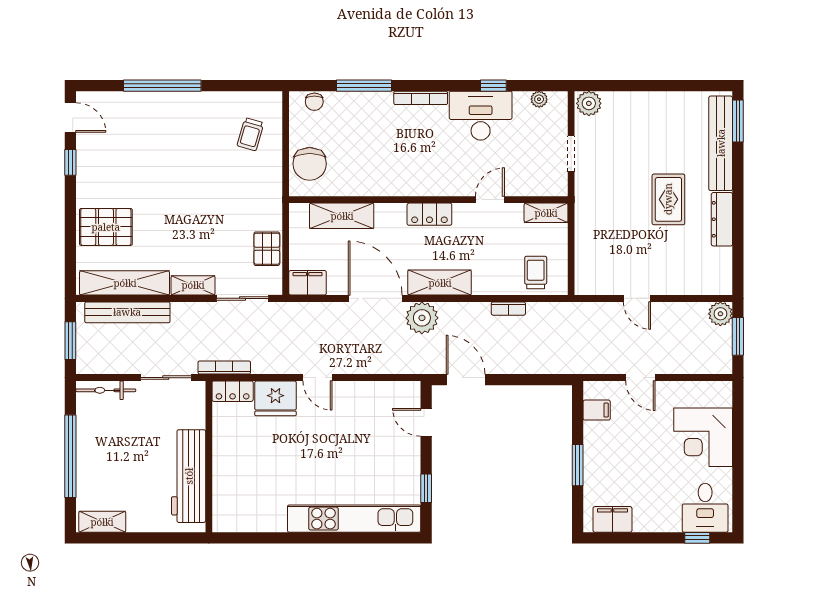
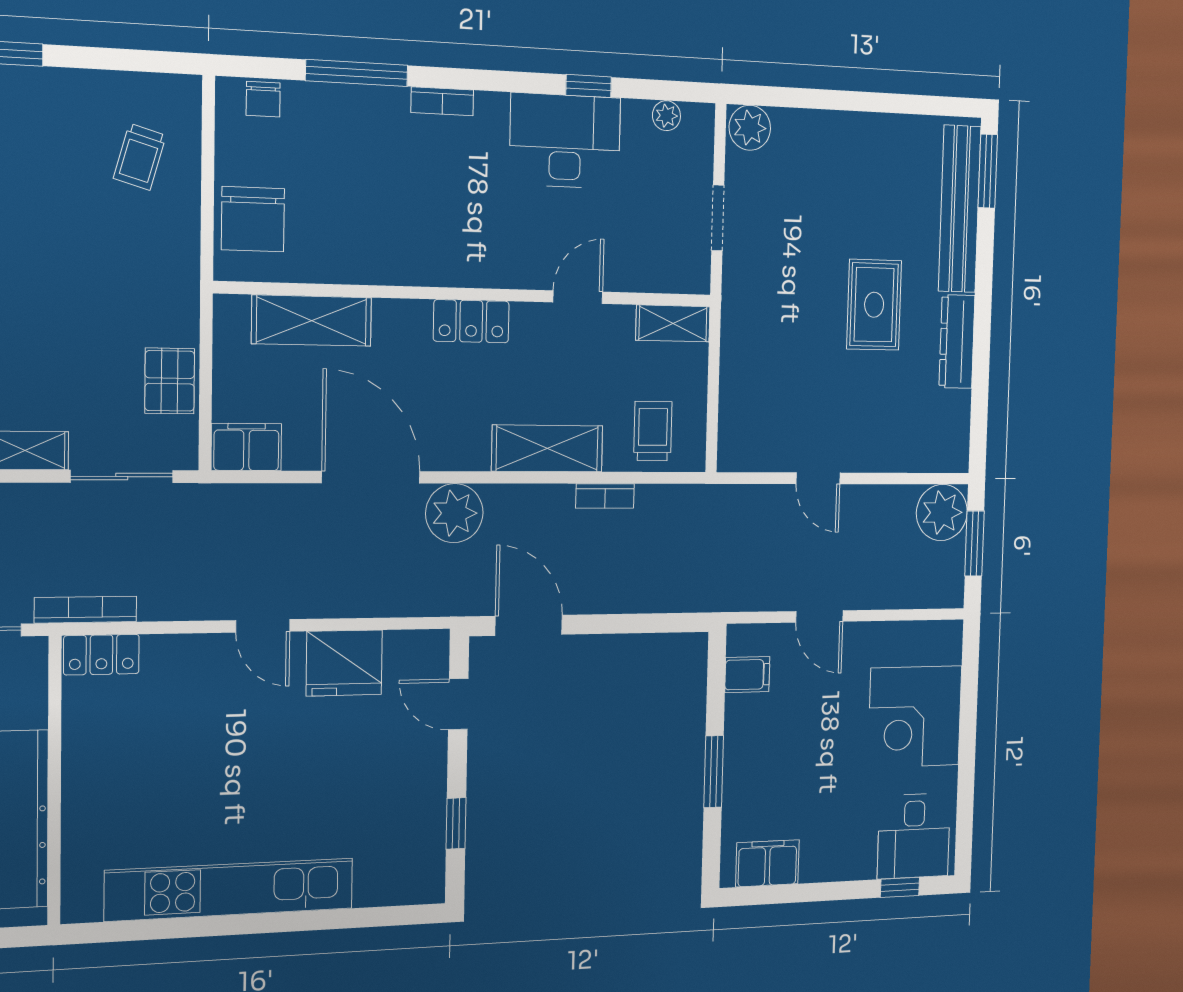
bookcase: (421, 98) -> (442, 101), width x0.64
shelving: (440, 283) -> (547, 448), moved
plant: (720, 314) -> (942, 513), width x1.36, depth x1.36
fridge: (275, 398) -> (344, 663), moved
kitchen unit: (354, 519) -> (230, 889), moved

